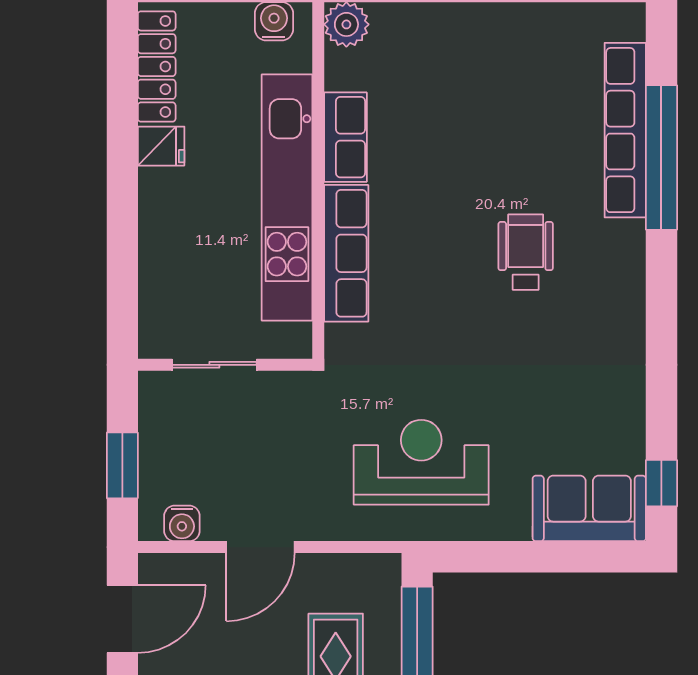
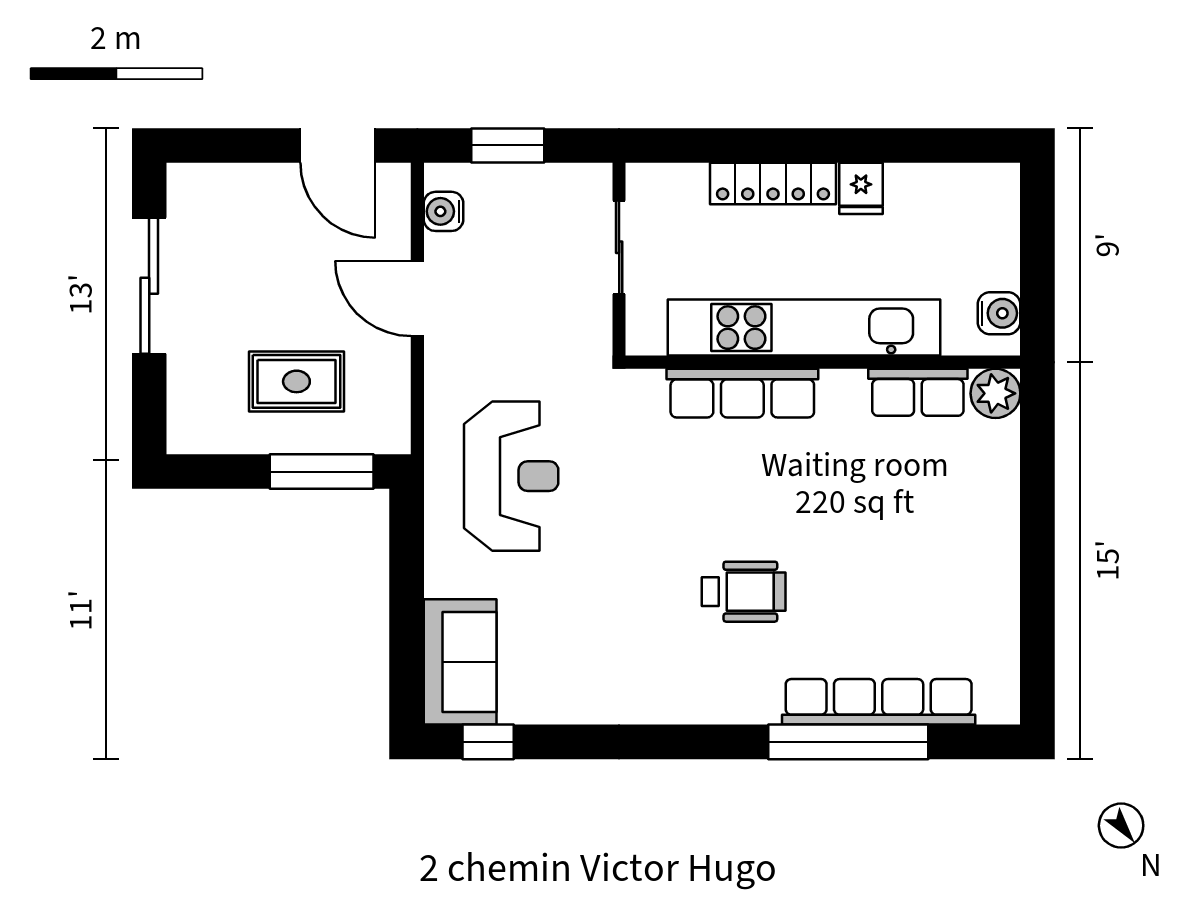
locker: (157, 66) -> (773, 183), moved
row of seats: (345, 137) -> (918, 392), moved

